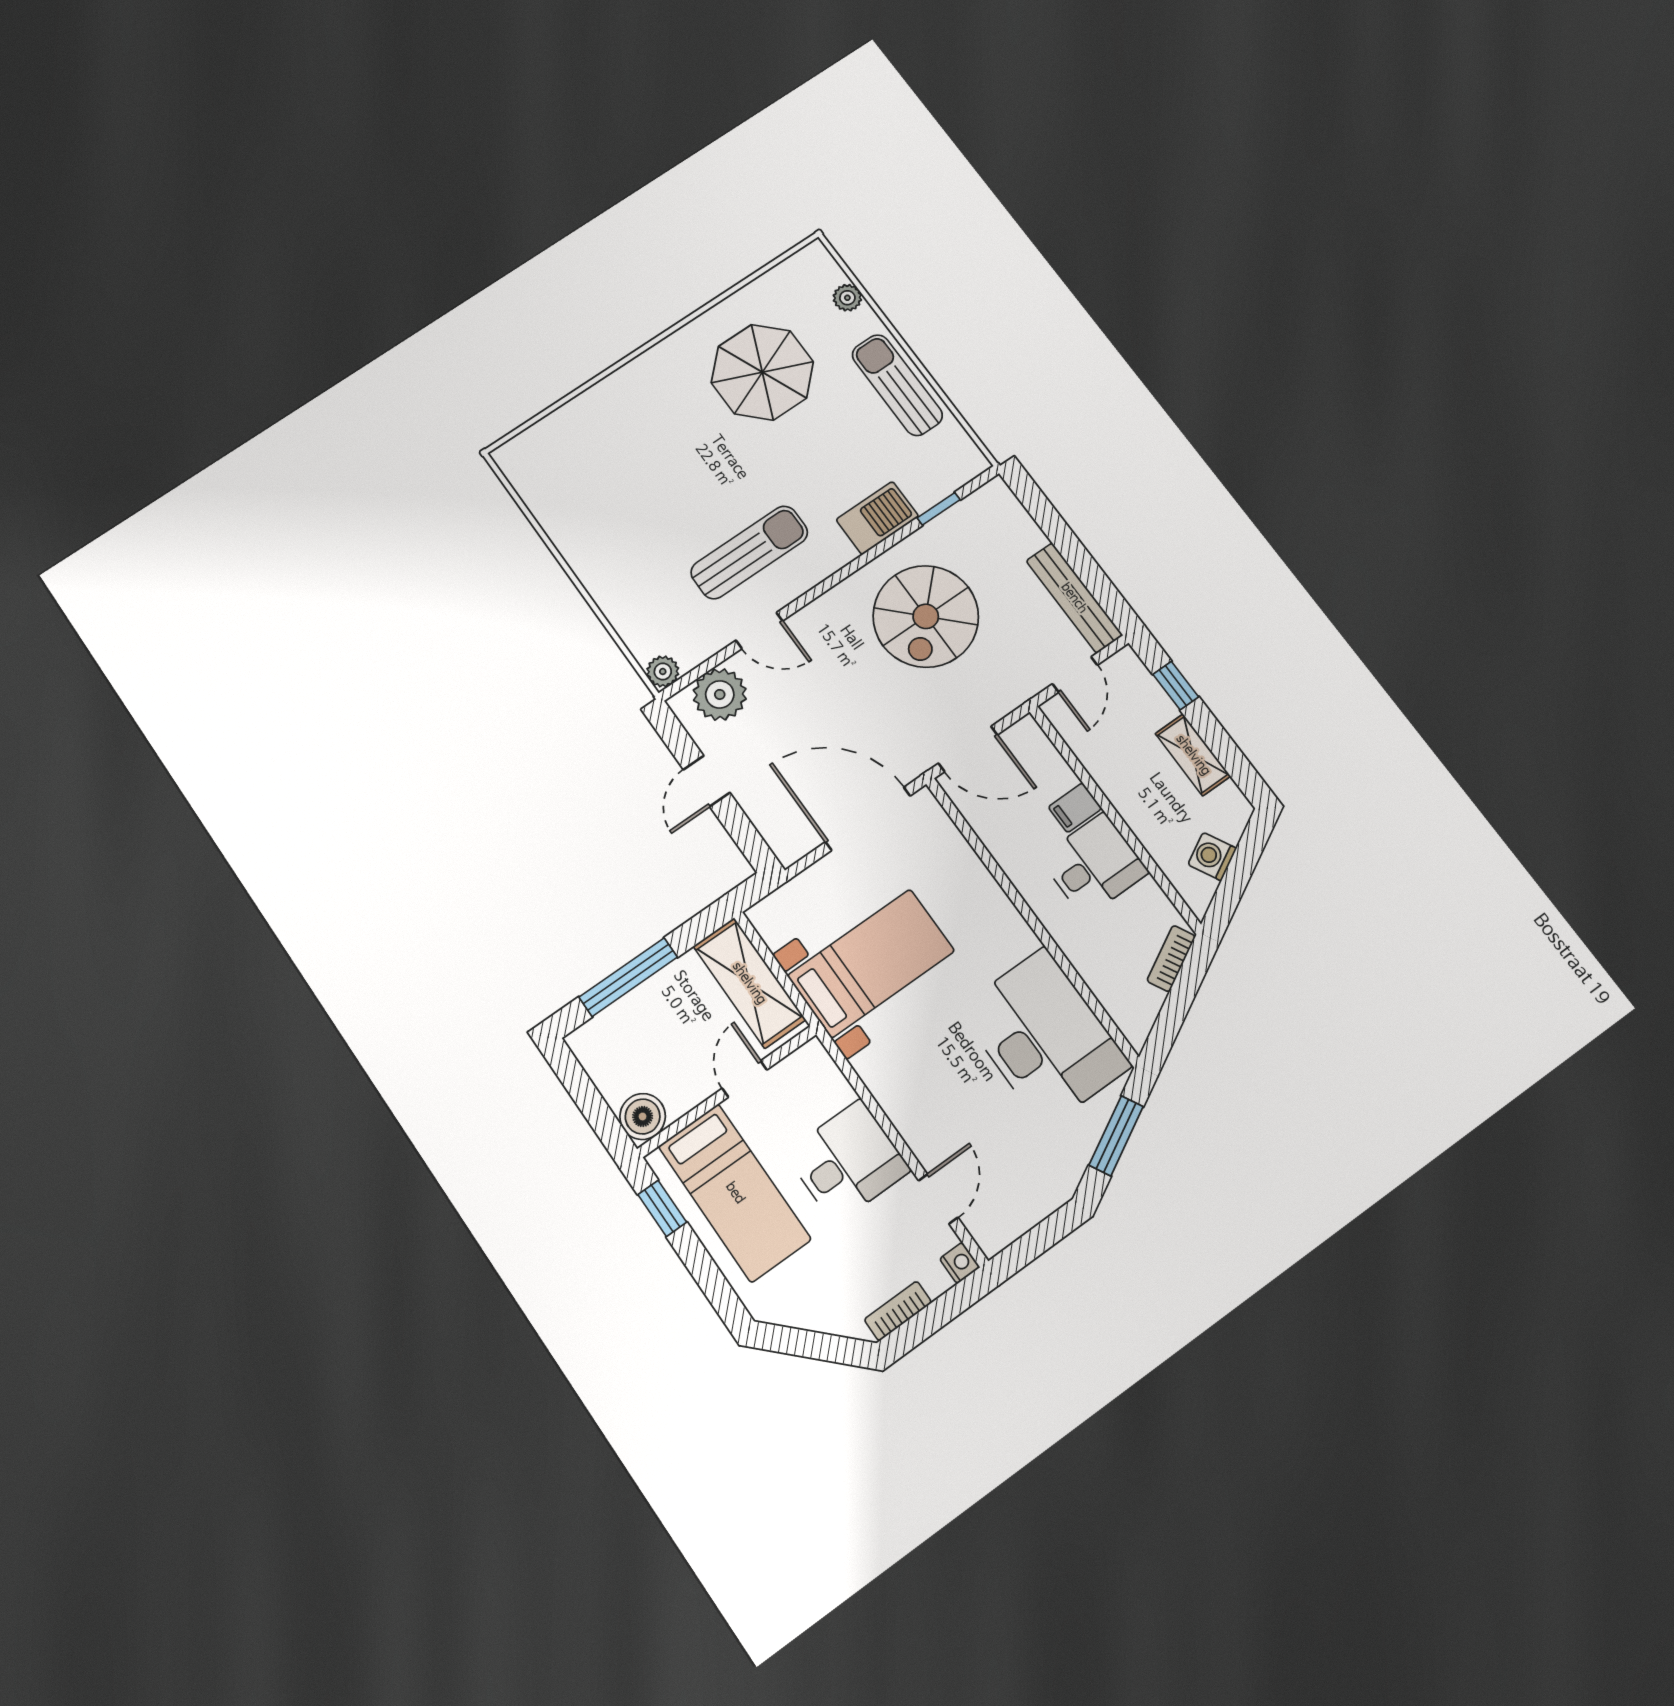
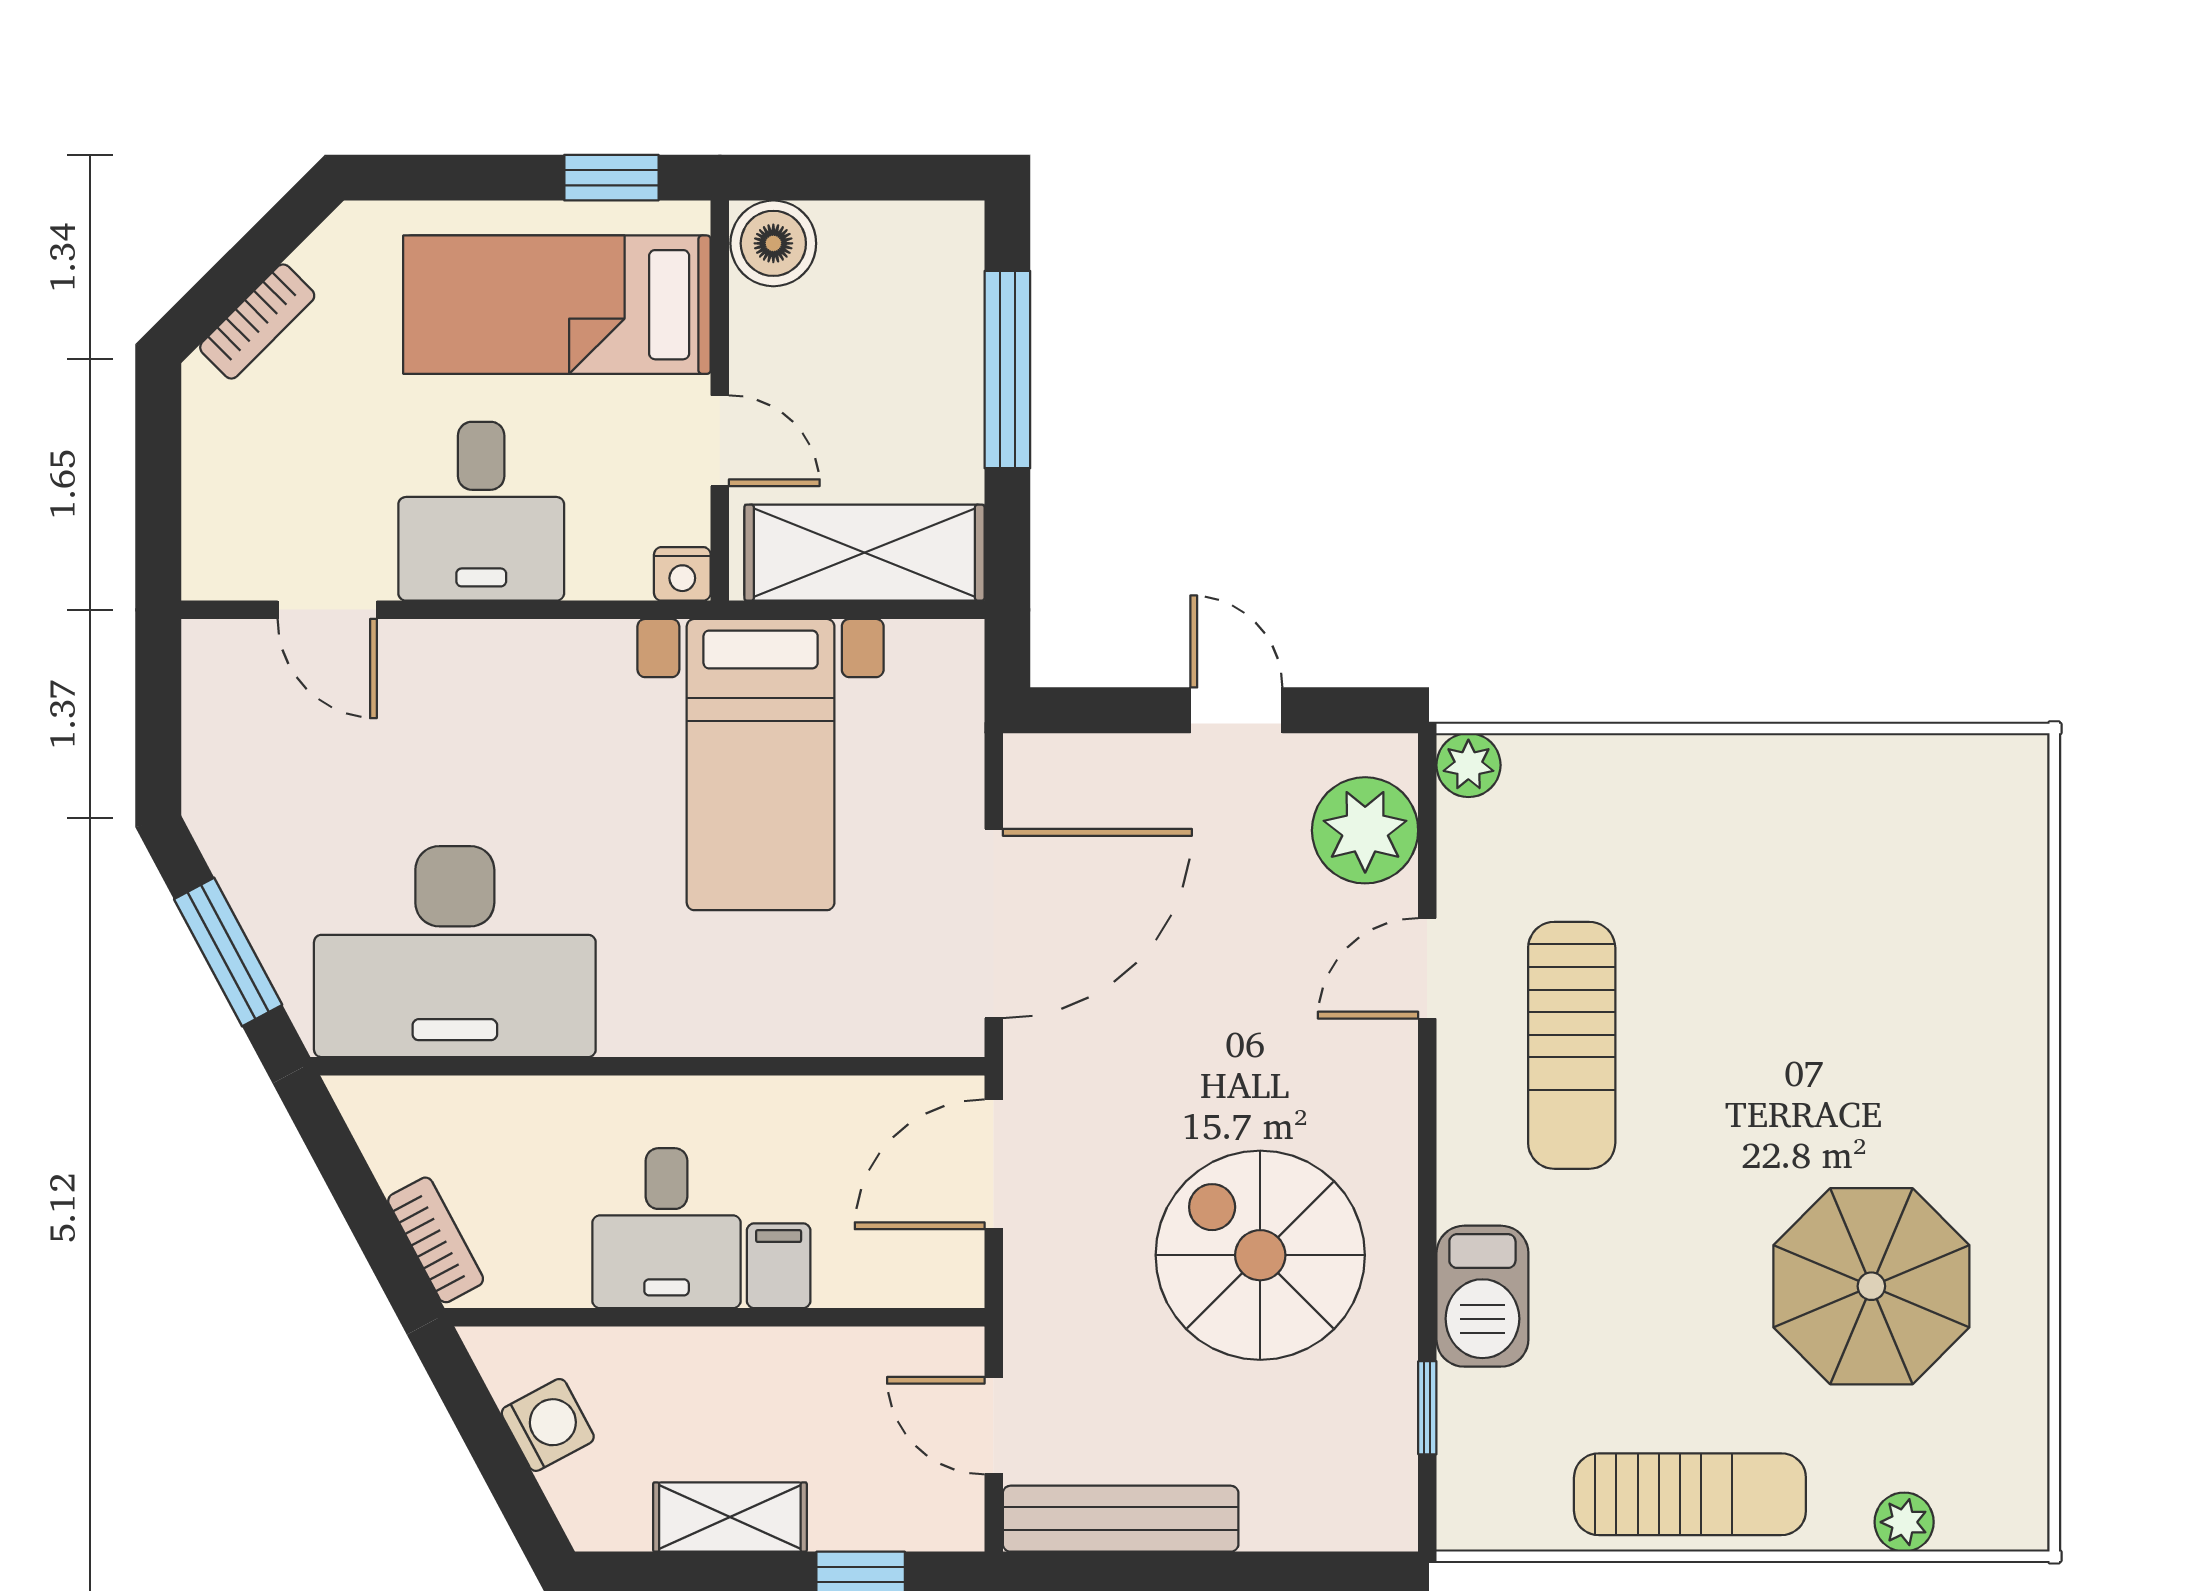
nightstand: (960, 1263) -> (682, 574), moved
bookcase: (898, 1311) -> (257, 322), moved, turned 45

